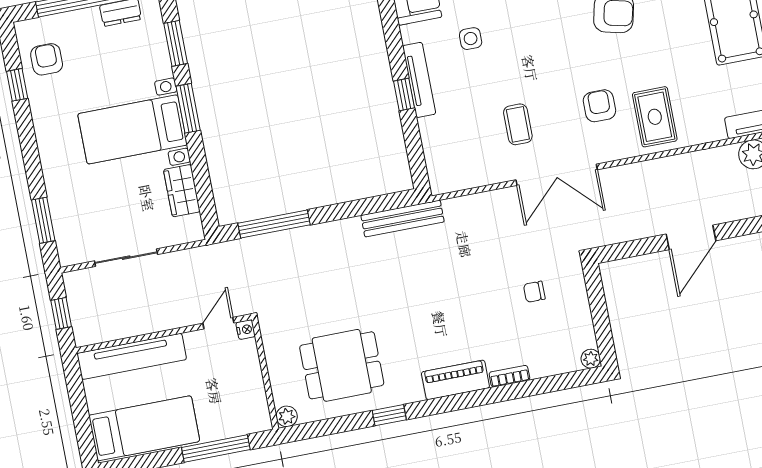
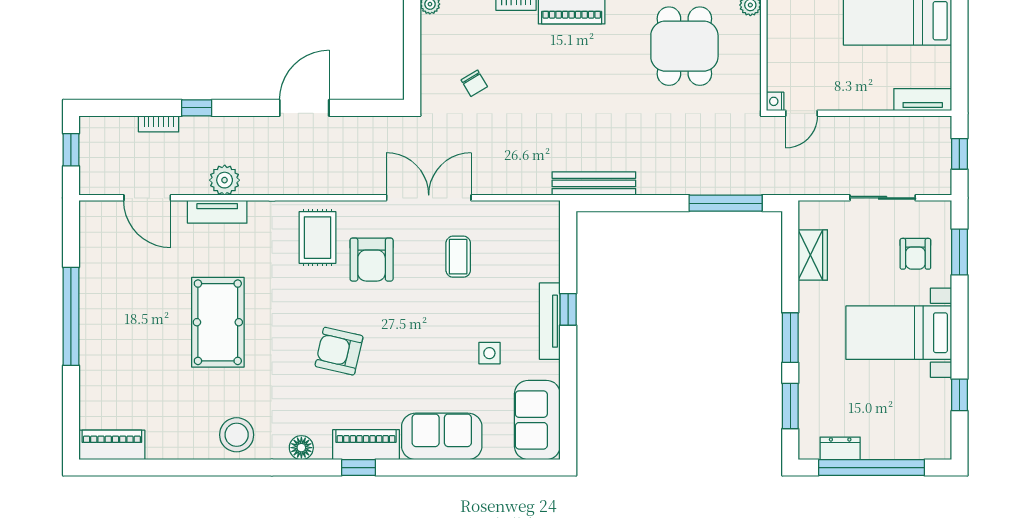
armchair: (47, 59) -> (915, 254), moved
armchair: (599, 106) -> (372, 260), width x1.38, depth x1.38
bed with nightstands: (132, 129) -> (899, 333), moved, turned 180
chair: (534, 292) -> (474, 83), turned 59
tv unit: (132, 356) -> (923, 100), width x0.52, depth x0.78
dining table: (342, 365) -> (684, 46), turned 90

